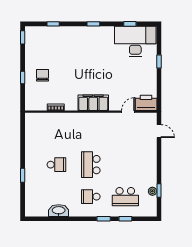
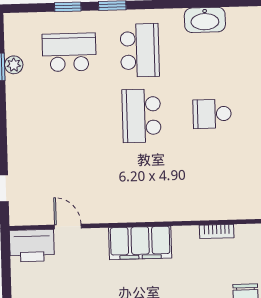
door: (128, 112) -> (68, 227), swing flipped
school desk: (91, 165) -> (142, 116), turned 180
school desk: (91, 197) -> (140, 50), width x1.85

